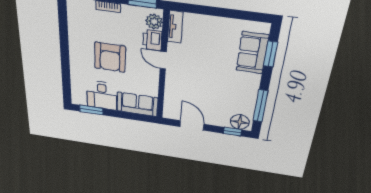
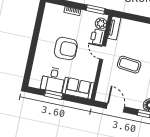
armchair: (110, 57) -> (66, 49), turned -91
coffee table: (204, 74) -> (129, 65), added
window: (91, 110) -> (54, 95), moved

